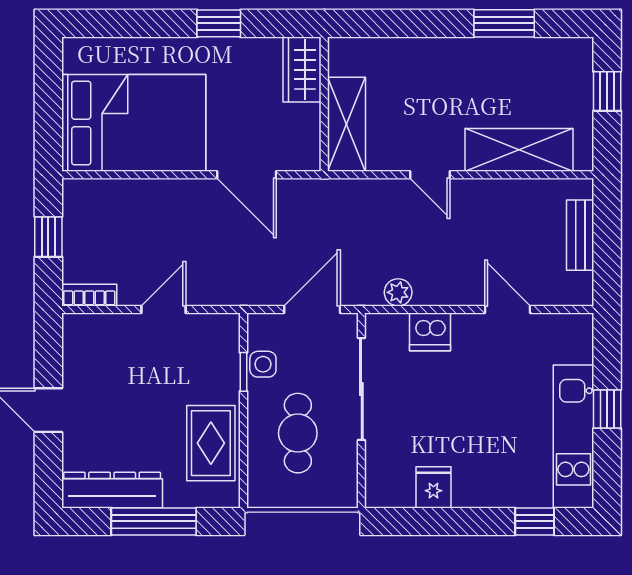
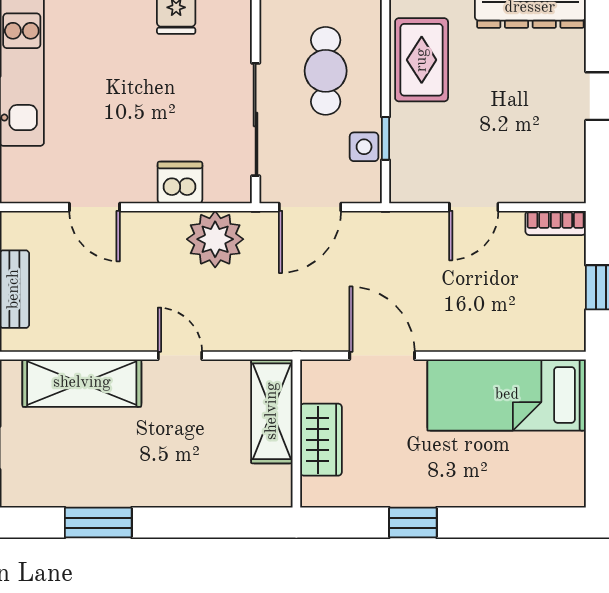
wardrobe: (302, 70) -> (321, 440), moved
bed: (134, 123) -> (507, 395), width x0.67
plant: (398, 292) -> (215, 239), width x1.87, depth x1.87

